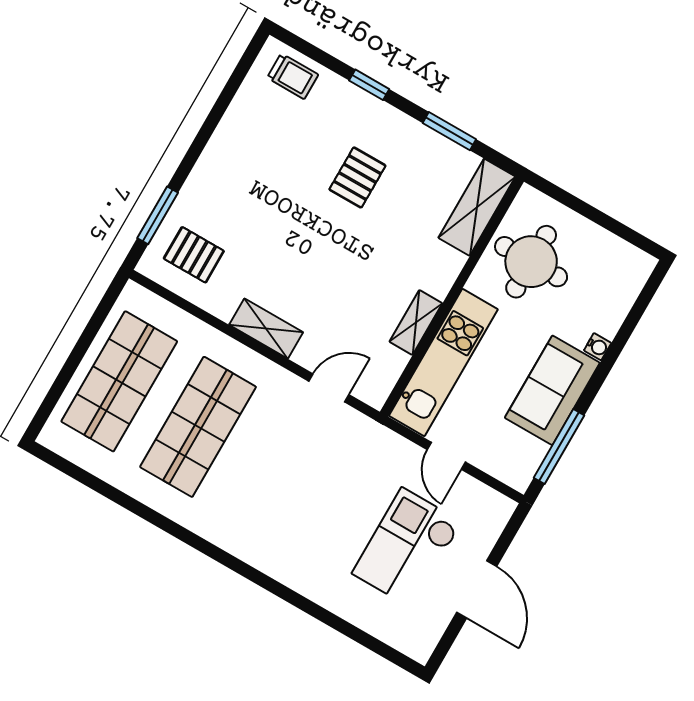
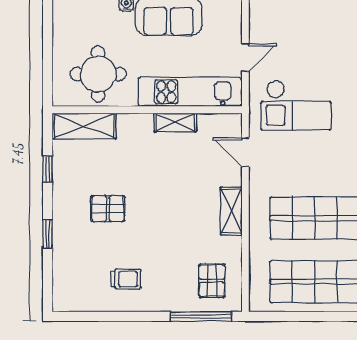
trolley: (293, 76) -> (126, 279), moved, turned 90
window: (449, 131) -> (48, 169), width x0.67
window: (158, 215) -> (201, 316), width x1.44
checkout: (407, 548) -> (296, 105), moved

